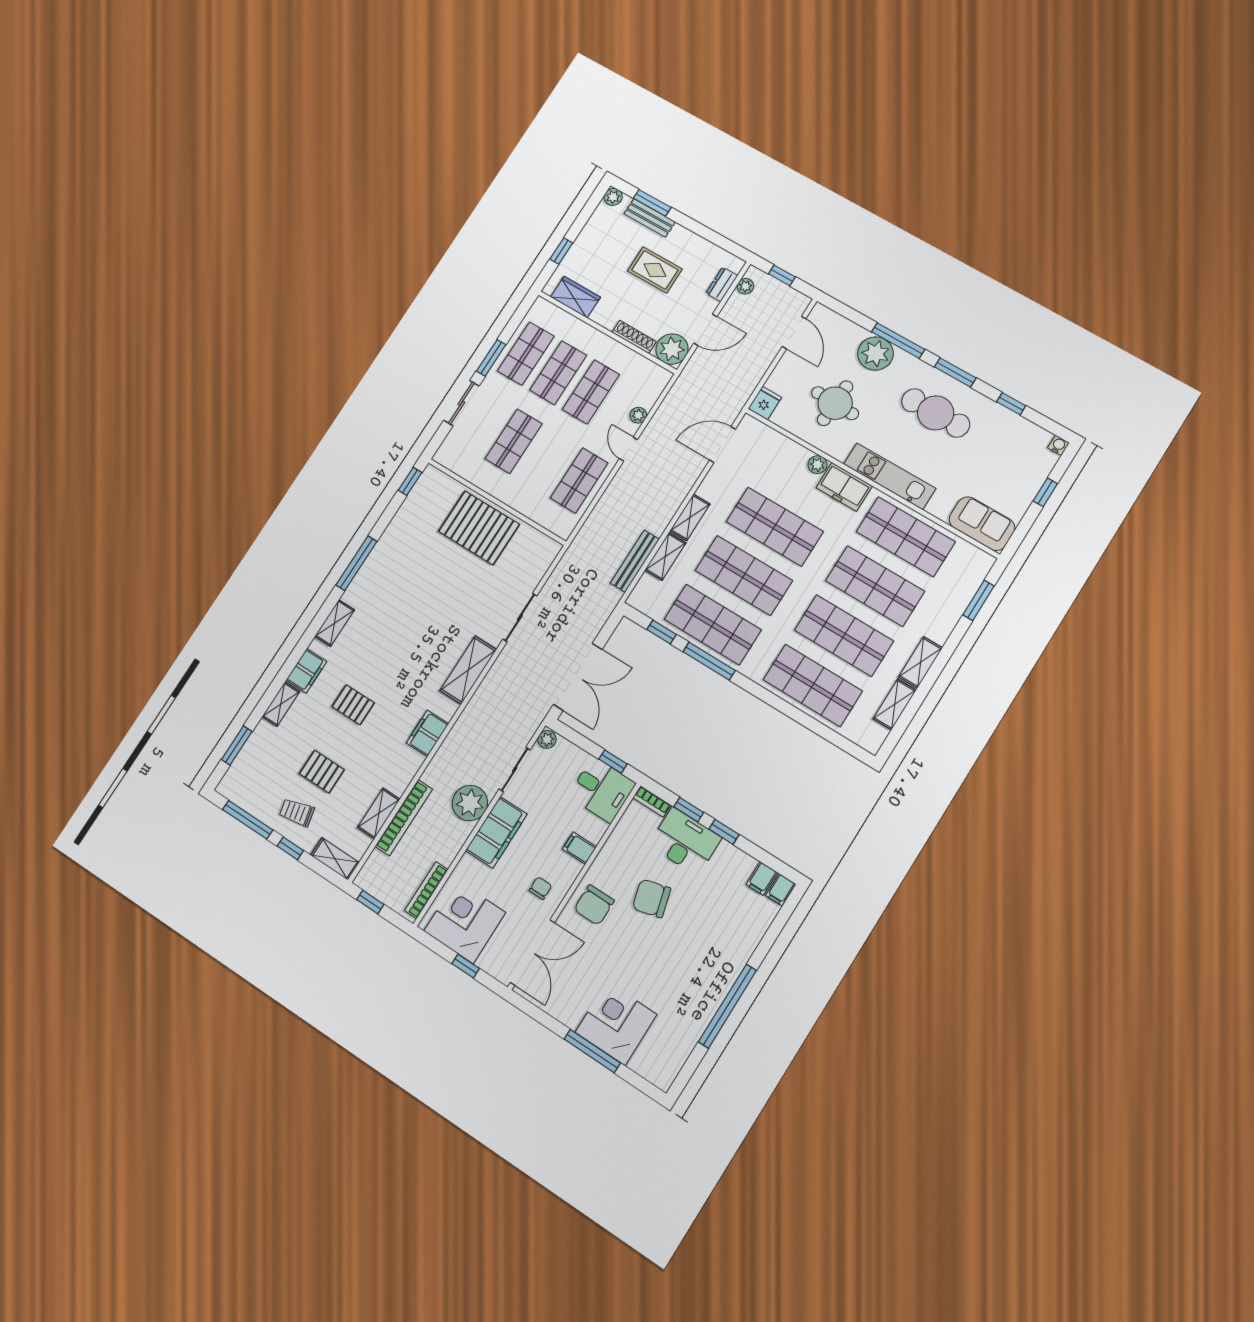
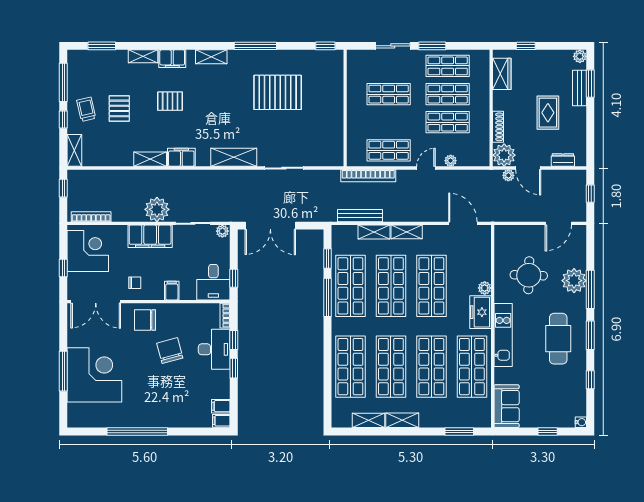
plant: (745, 286) -> (508, 175), moved
fridge: (765, 403) -> (504, 233), removed
pallet: (479, 528) -> (278, 92), moved, turned 90
pallet: (353, 705) -> (170, 101), turned 90
shelving: (379, 813) -> (150, 159), moved
bookcase: (404, 818) -> (368, 176), moved
corner desk: (616, 1023) -> (94, 375), width x1.36, depth x1.36

